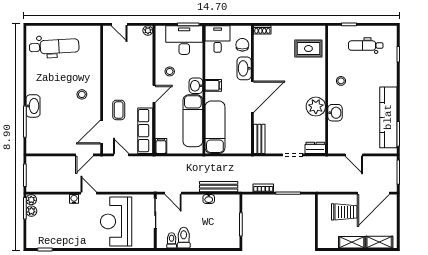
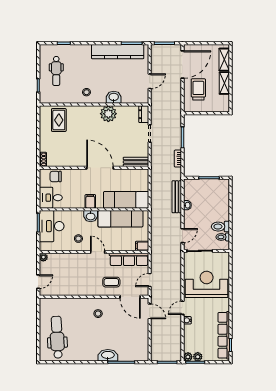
washbasin: (244, 68) -> (76, 175), removed
door: (373, 193) -> (182, 64), hinge flipped
reception desk: (116, 221) -> (207, 284), turned 180
row of seats: (56, 242) -> (224, 335), added

